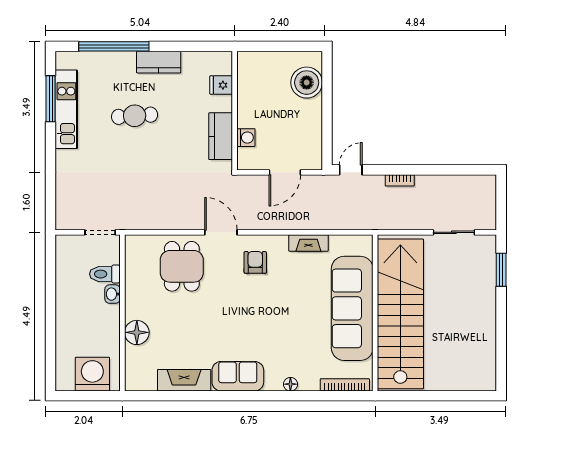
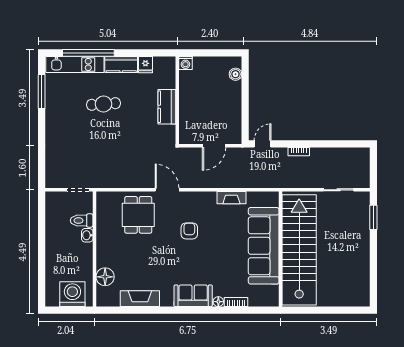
boiler: (307, 83) -> (236, 74), width x0.54, depth x0.54
fridge: (221, 85) -> (145, 65), moved, turned -90
kitchen unit: (66, 109) -> (75, 64), moved, turned 90
kitchen counter: (221, 136) -> (167, 107), moved
washing machine: (246, 138) -> (185, 63), moved, turned 90
armchair: (255, 262) -> (189, 231), moved
floor lamp: (137, 332) -> (105, 277), moved
sofa: (238, 376) -> (193, 296), moved
bookcase: (345, 385) -> (236, 302), moved, width x0.64

